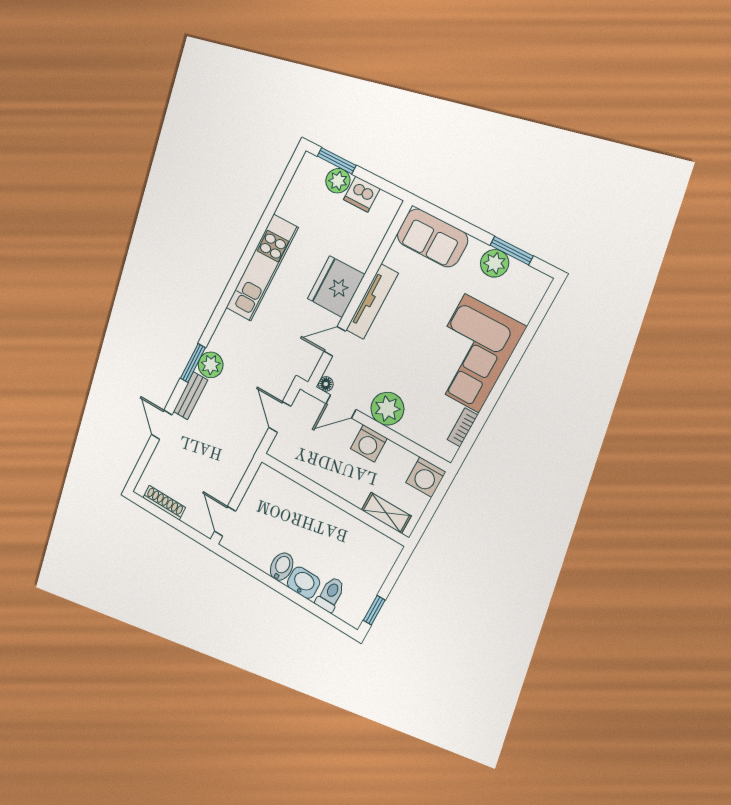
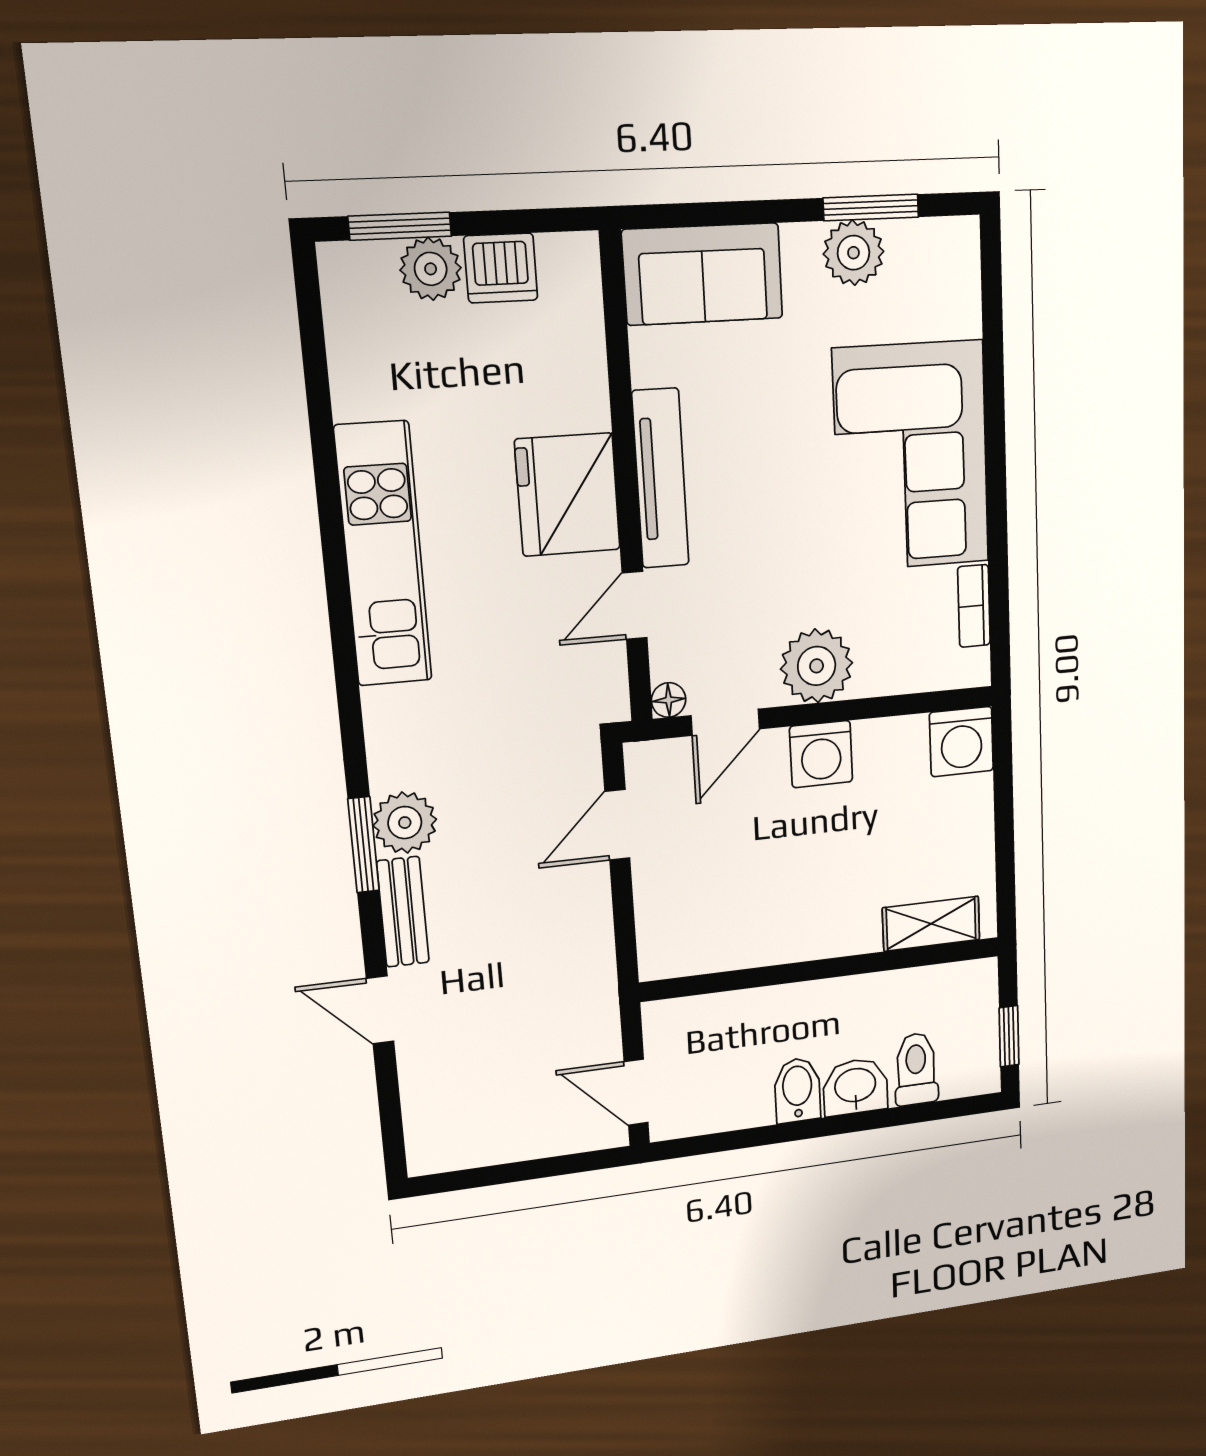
door: (280, 417) -> (617, 825), hinge flipped
wall: (334, 499) -> (822, 969), moved
shoe rack: (164, 503) -> (489, 1149), removed
shelving: (386, 513) -> (931, 924), moved

